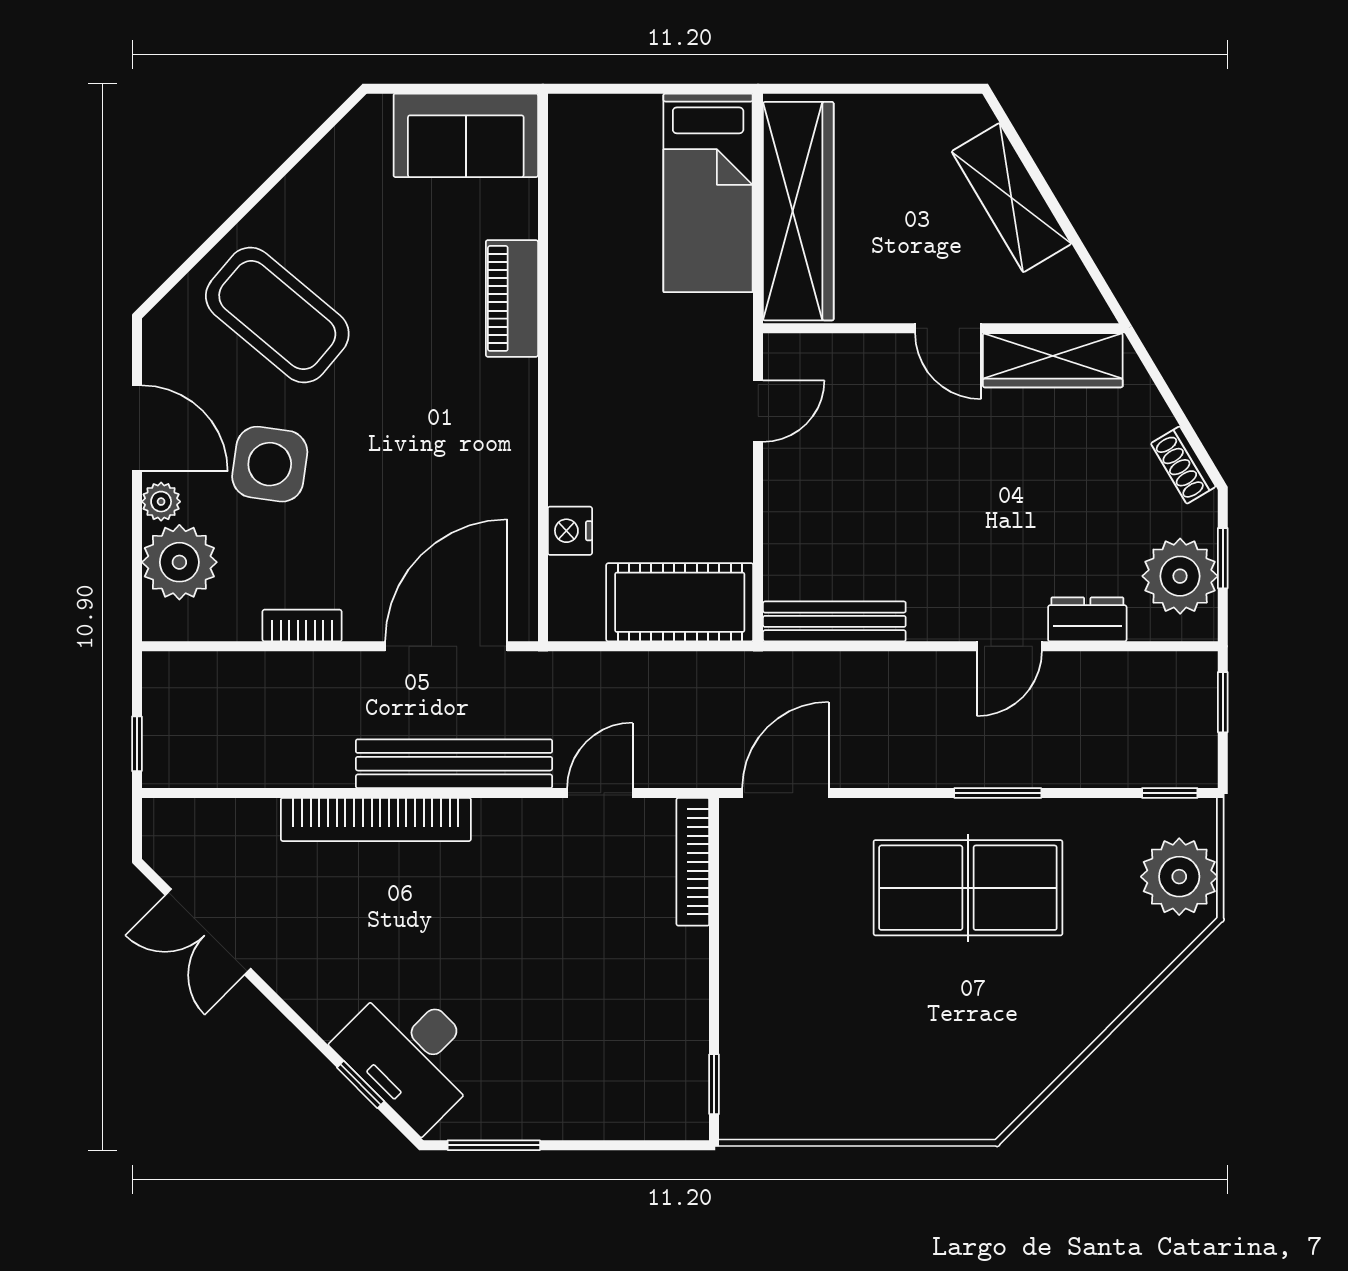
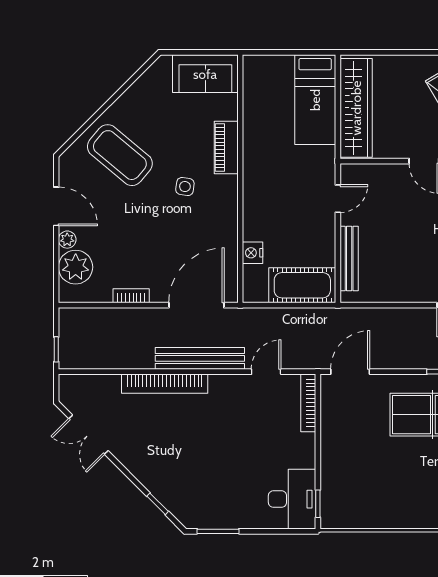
side table: (270, 464) -> (185, 187), moved, width x0.54, depth x0.54
bench: (834, 621) -> (349, 259), moved, turned 90
desk: (411, 1055) -> (292, 499), moved, turned -135

